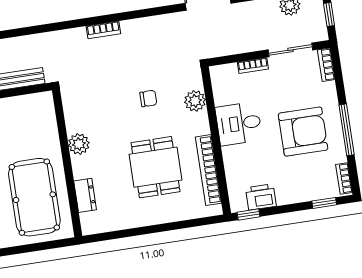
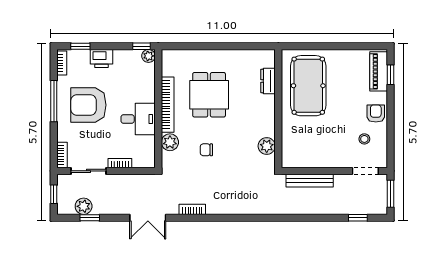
bookcase: (103, 30) -> (192, 209), moved
plant: (79, 144) -> (267, 146), moved
bookcase: (208, 170) -> (168, 105), moved
printer: (261, 197) -> (102, 59), moved
plant: (238, 204) -> (149, 56), added

